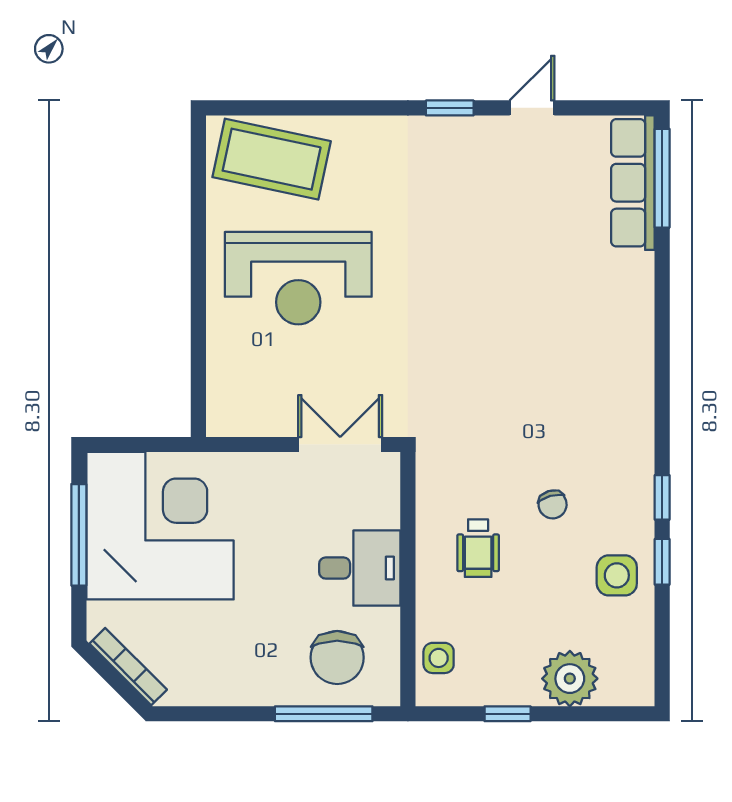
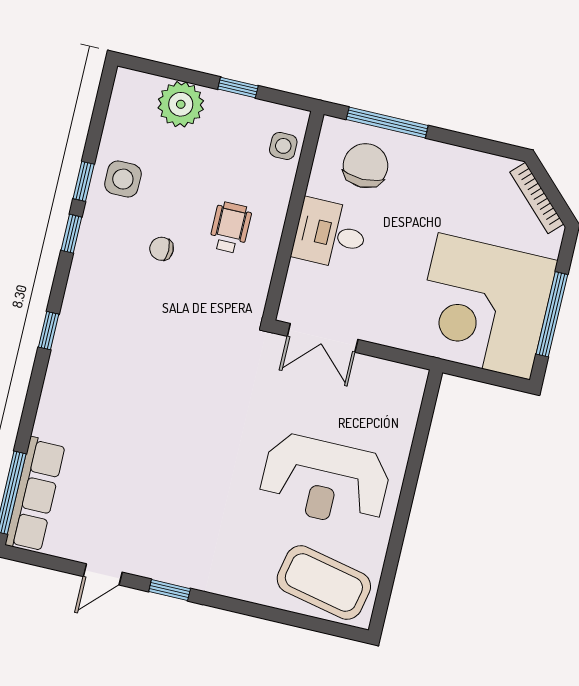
reception desk: (298, 278) -> (325, 481), turned 180
window: (662, 378) -> (49, 331), added
chair: (553, 504) -> (162, 249), turned -74

